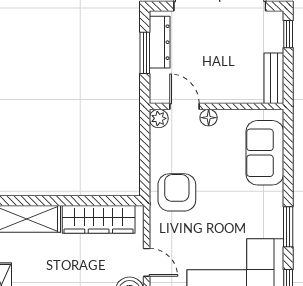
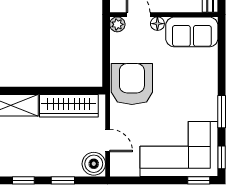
sofa: (265, 153) -> (192, 32), moved, turned -90
armchair: (177, 192) -> (132, 84), width x1.36, depth x1.36

